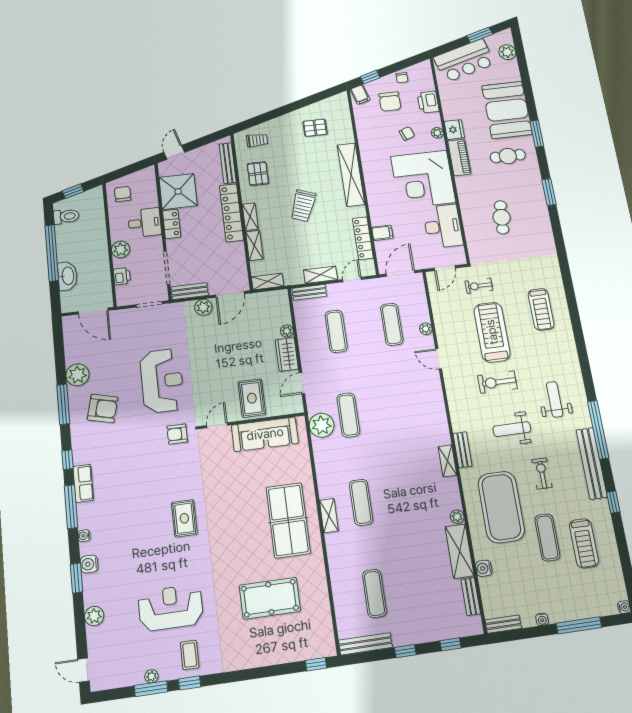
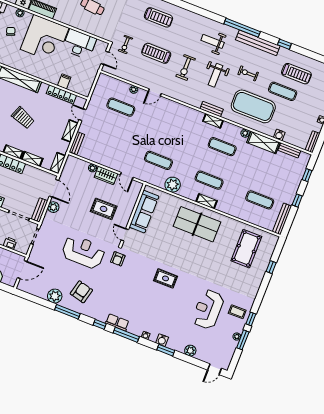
door: (400, 273) -> (94, 85), removed
exercise mat: (336, 331) -> (222, 147), moved
treadmill: (492, 332) -> (156, 53), width x0.73, depth x0.73
rug: (252, 398) -> (104, 209), moved
plant: (322, 425) -> (173, 185), moved
pool table: (270, 598) -> (246, 249), moved
window: (316, 664) -> (271, 267), moved

